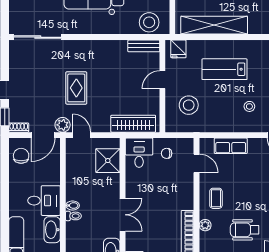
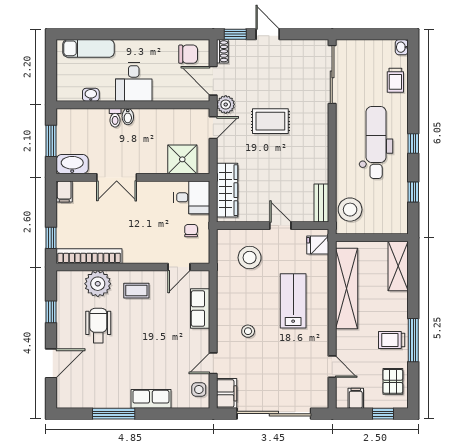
plant: (205, 225) -> (98, 284), width x1.88, depth x1.88
washbasin: (52, 230) -> (91, 95), width x0.52, depth x0.69

